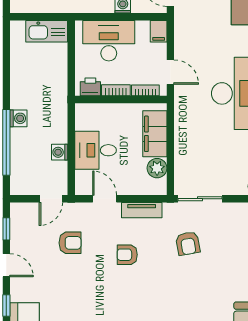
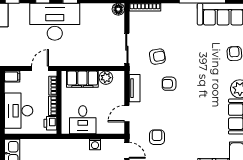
desk: (96, 150) -> (83, 120), moved
armchair: (127, 255) -> (169, 84), moved, turned 90

